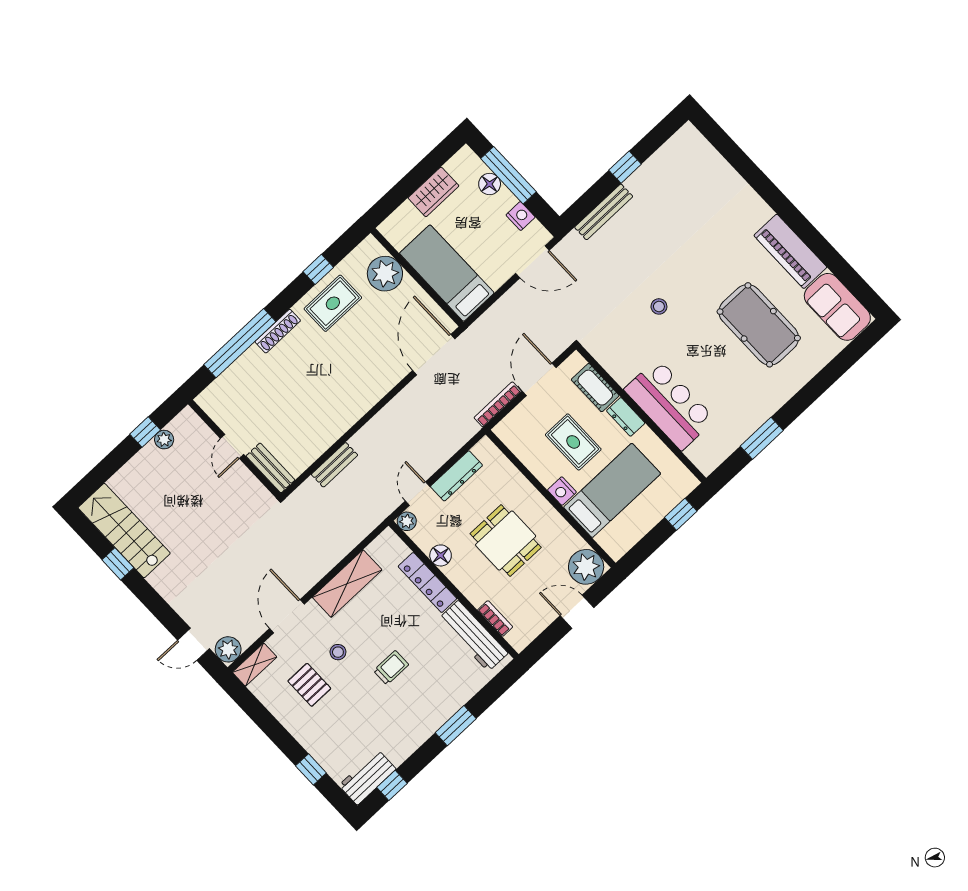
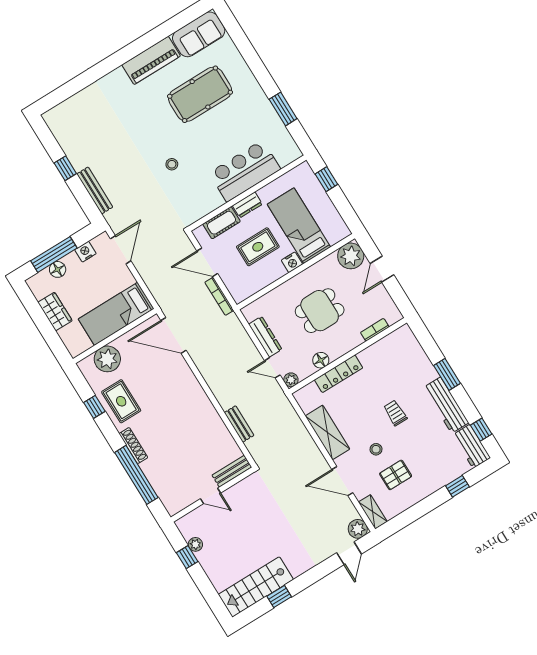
workbench: (473, 636) -> (446, 405), moved, turned 90

